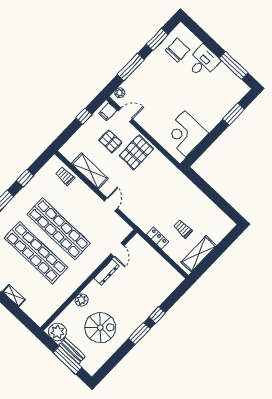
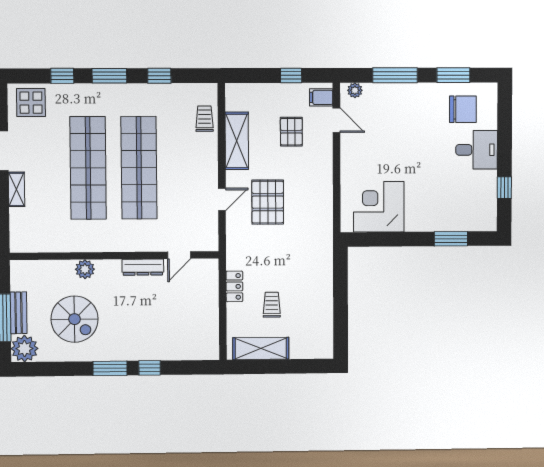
window: (234, 66) -> (504, 188), width x0.46
pallet: (136, 152) -> (268, 202), moved, turned 90
plant: (58, 332) -> (25, 349), moved

